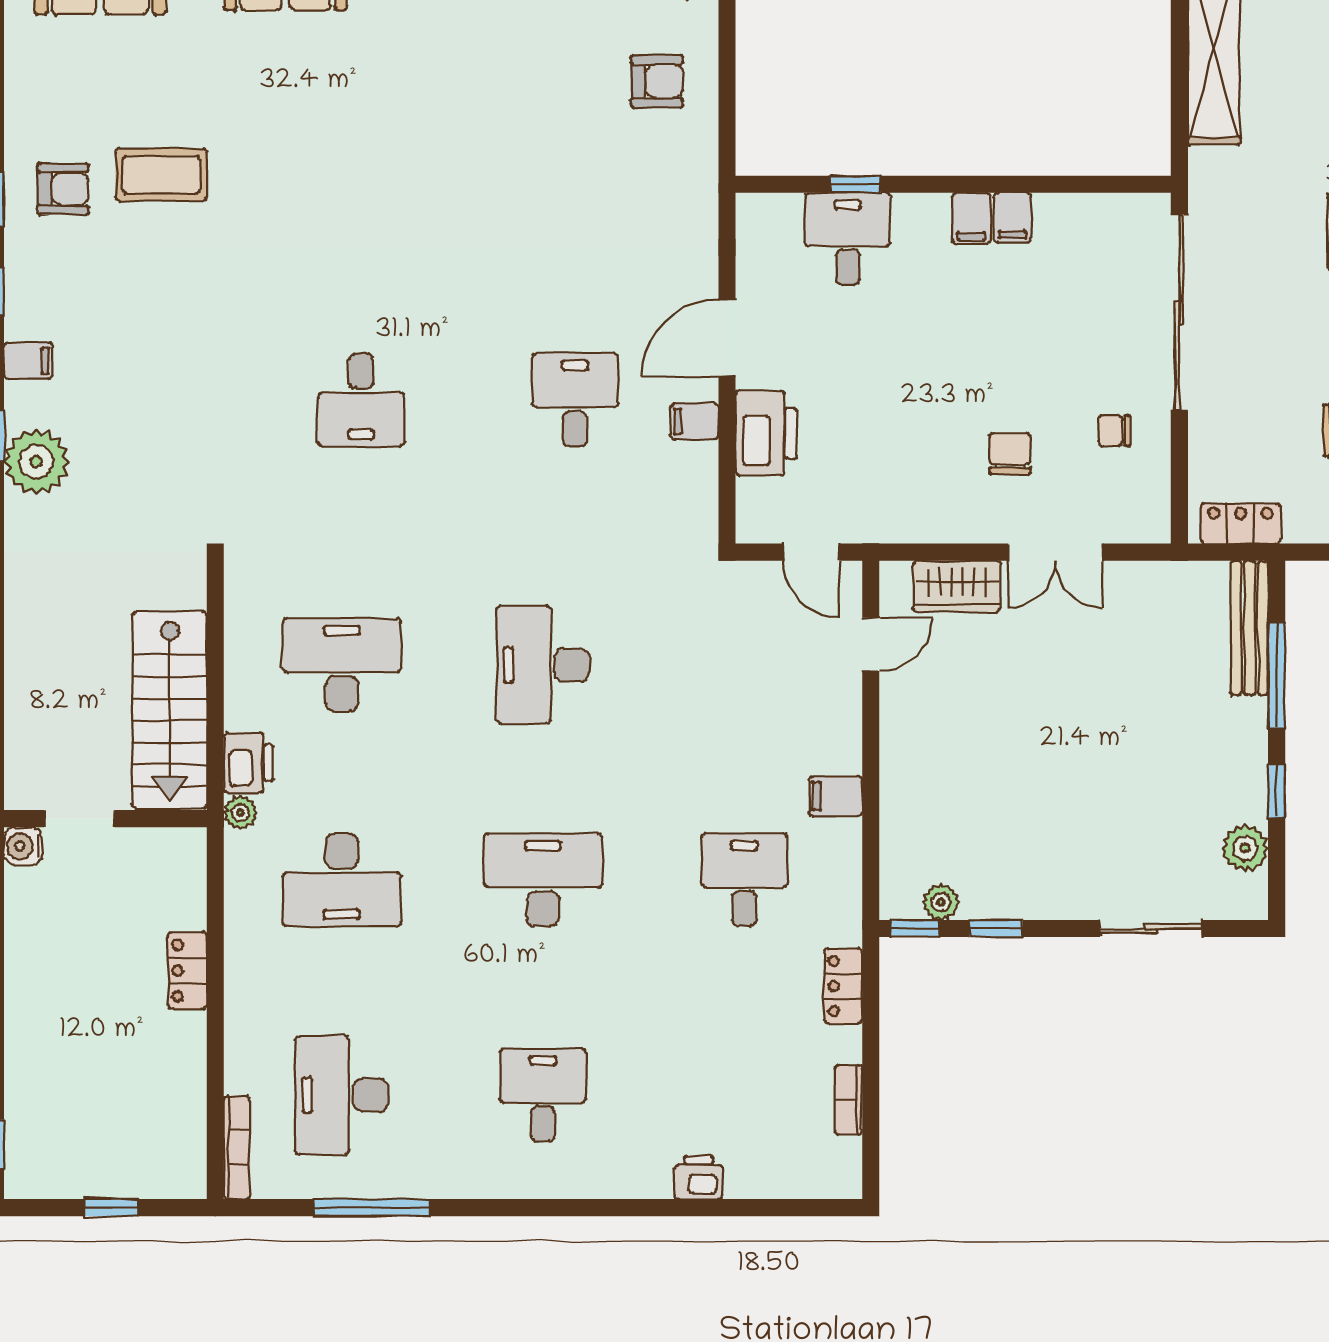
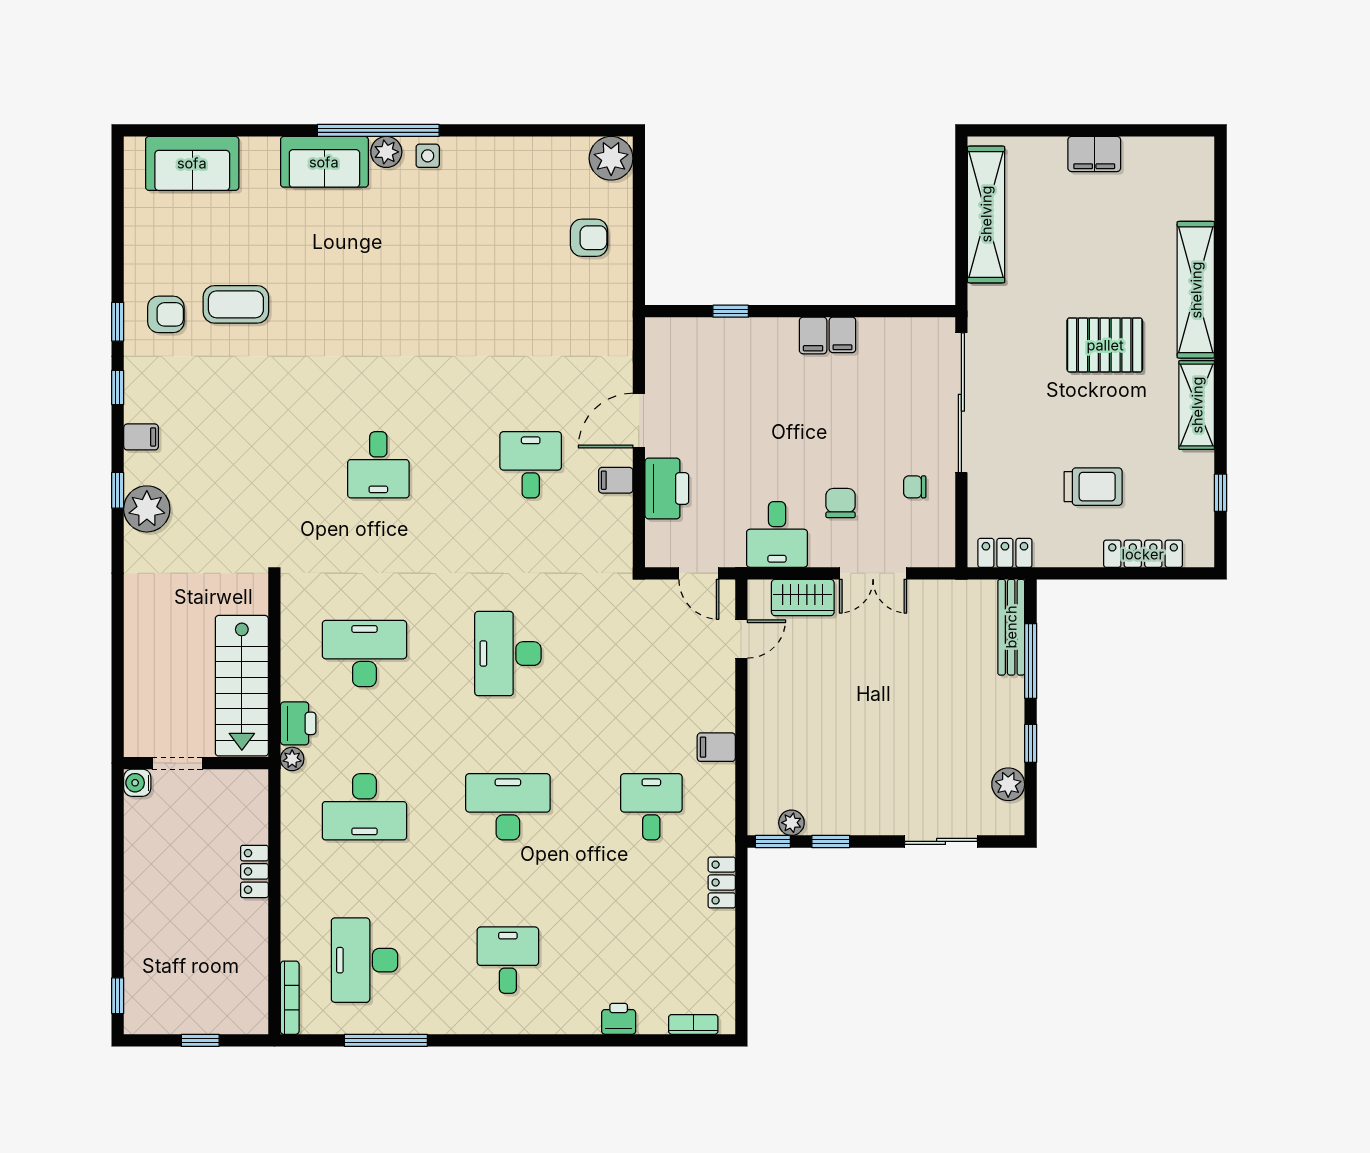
desk: (848, 239) -> (777, 534), moved, turned 180
bookcase: (848, 1100) -> (693, 1024), moved, turned 90

